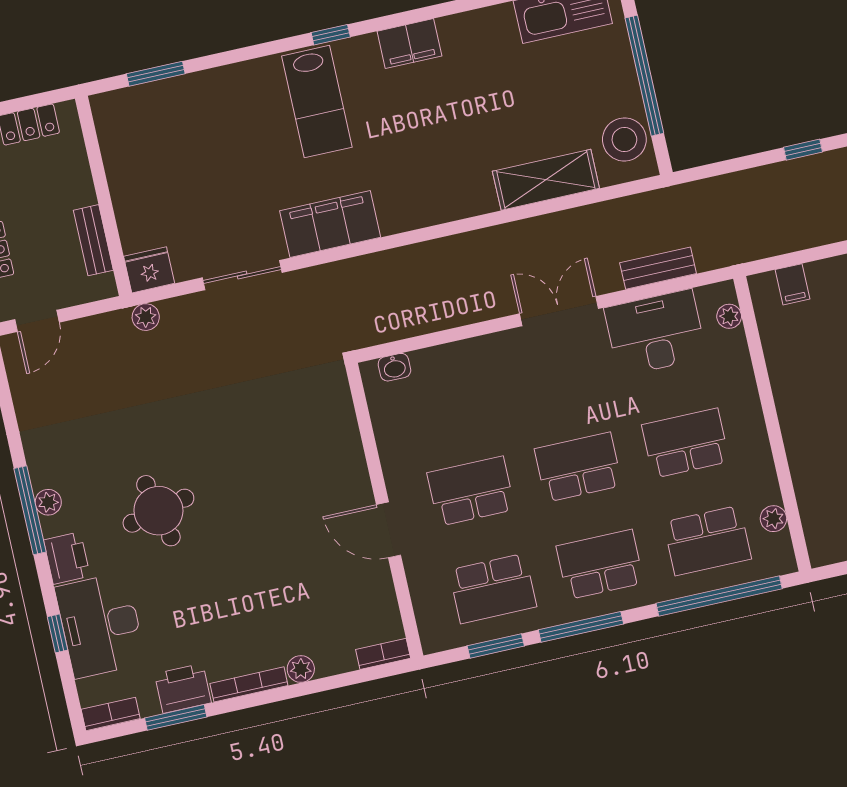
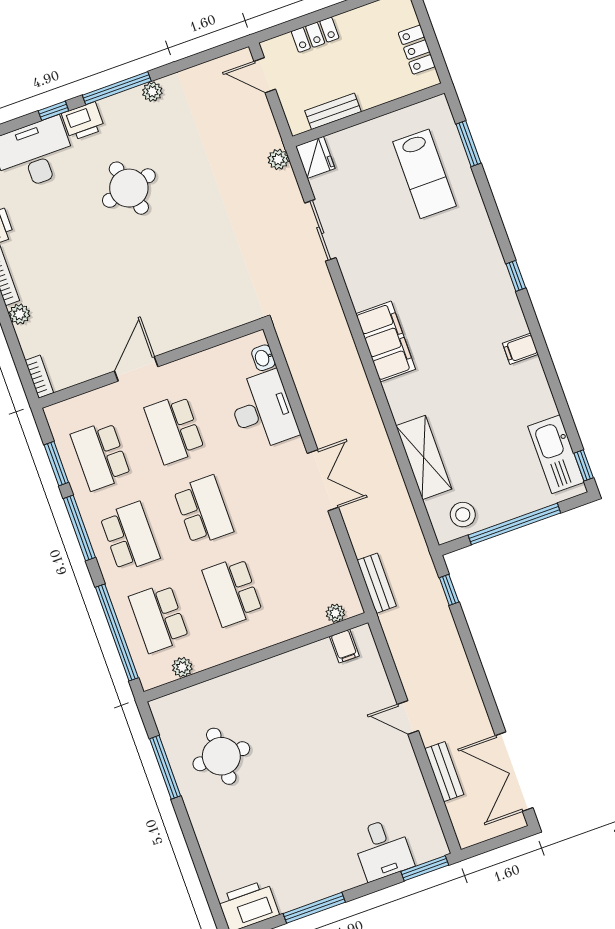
filing cabinet: (409, 44) -> (520, 349), width x0.50
lab bench: (317, 102) -> (425, 174), moved, turned -90
stool: (624, 139) -> (463, 515), width x0.73, depth x0.73
window: (803, 150) -> (449, 590), moved
filing cabinet: (330, 224) -> (386, 341), moved
bench: (658, 268) -> (377, 583), moved
filing cabinet: (792, 284) -> (344, 646), moved, turned -90
desk: (655, 333) -> (263, 411), moved
school desk: (686, 443) -> (232, 592), turned 180
school desk: (471, 491) -> (174, 429), turned 180
plant: (48, 502) -> (152, 92), moved
window: (58, 633) -> (53, 111), moved

